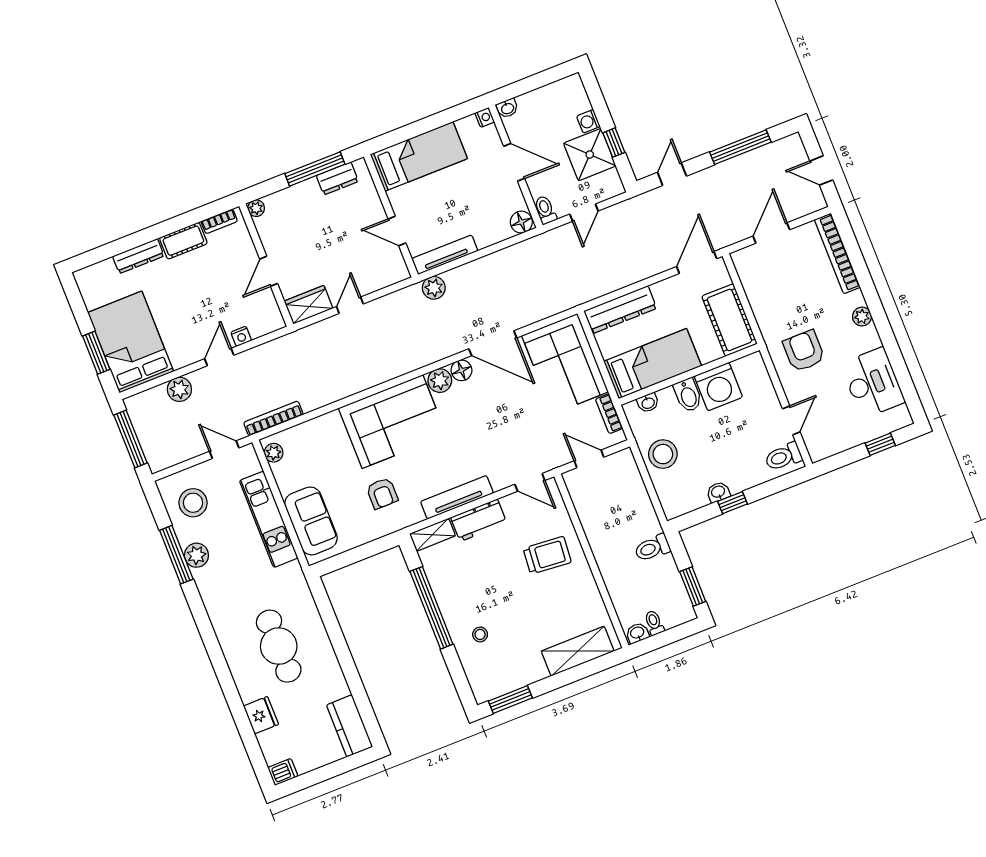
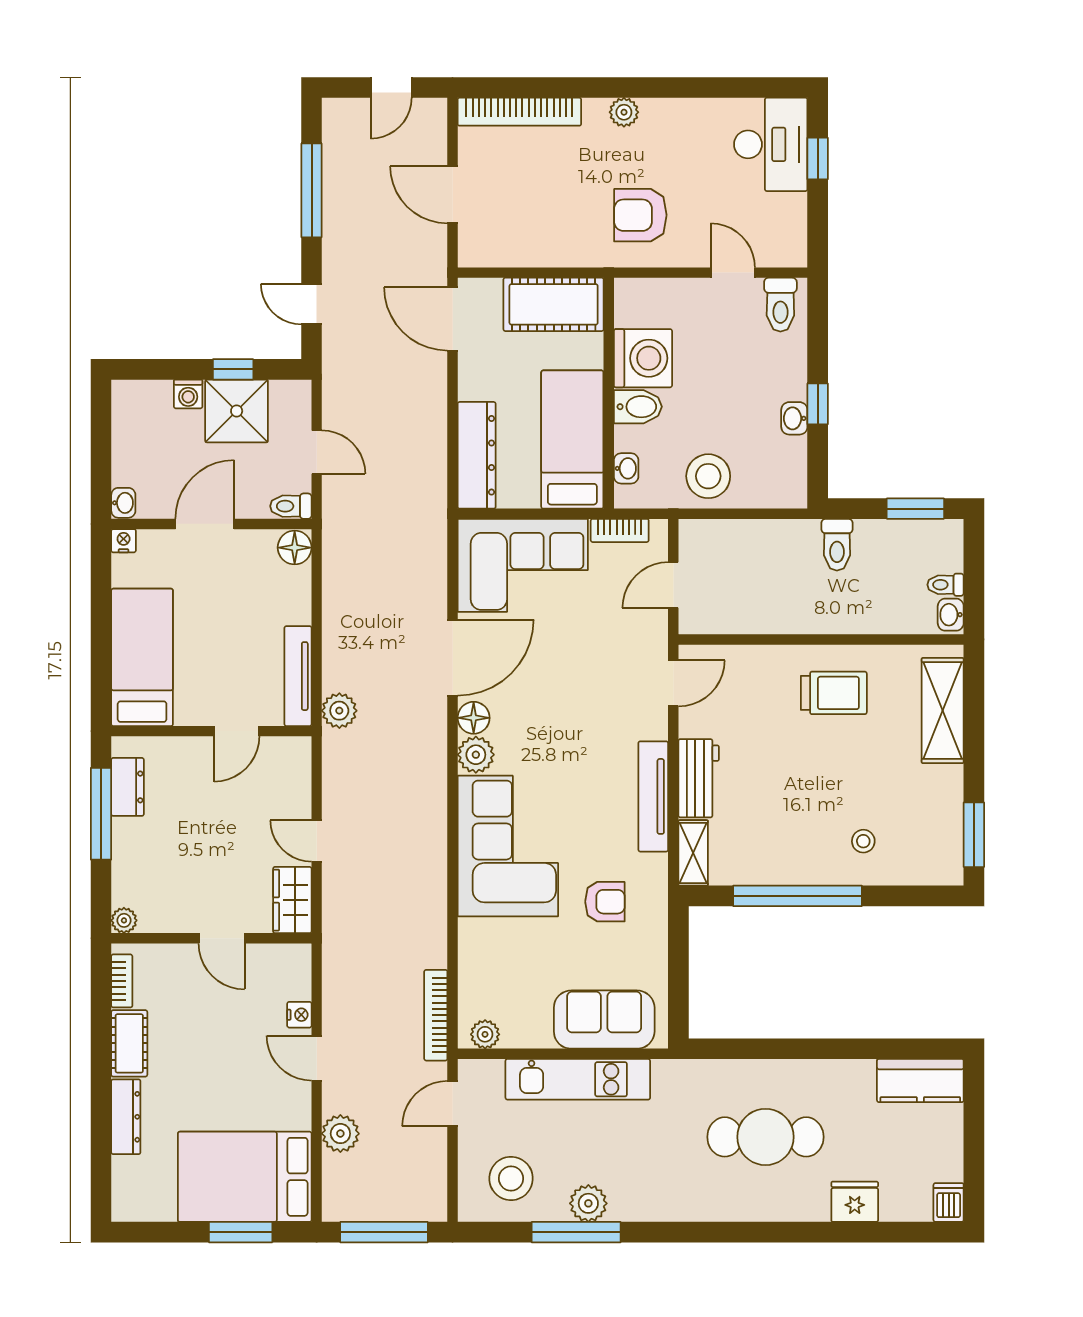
desk: (873, 383) -> (771, 144), moved, turned 90
trolley: (547, 555) -> (834, 693), moved, turned 85

